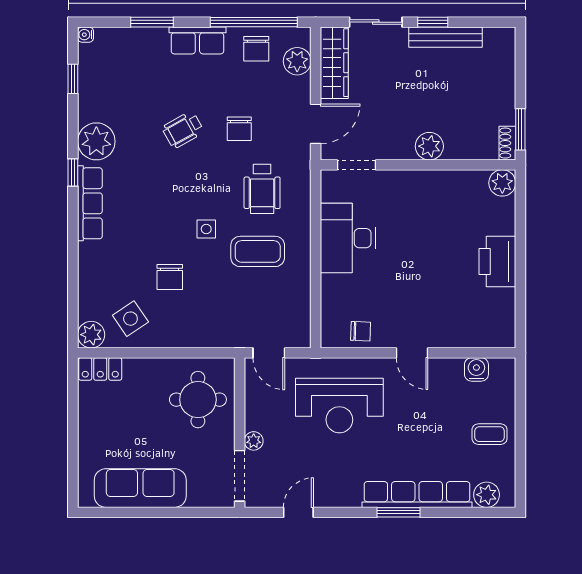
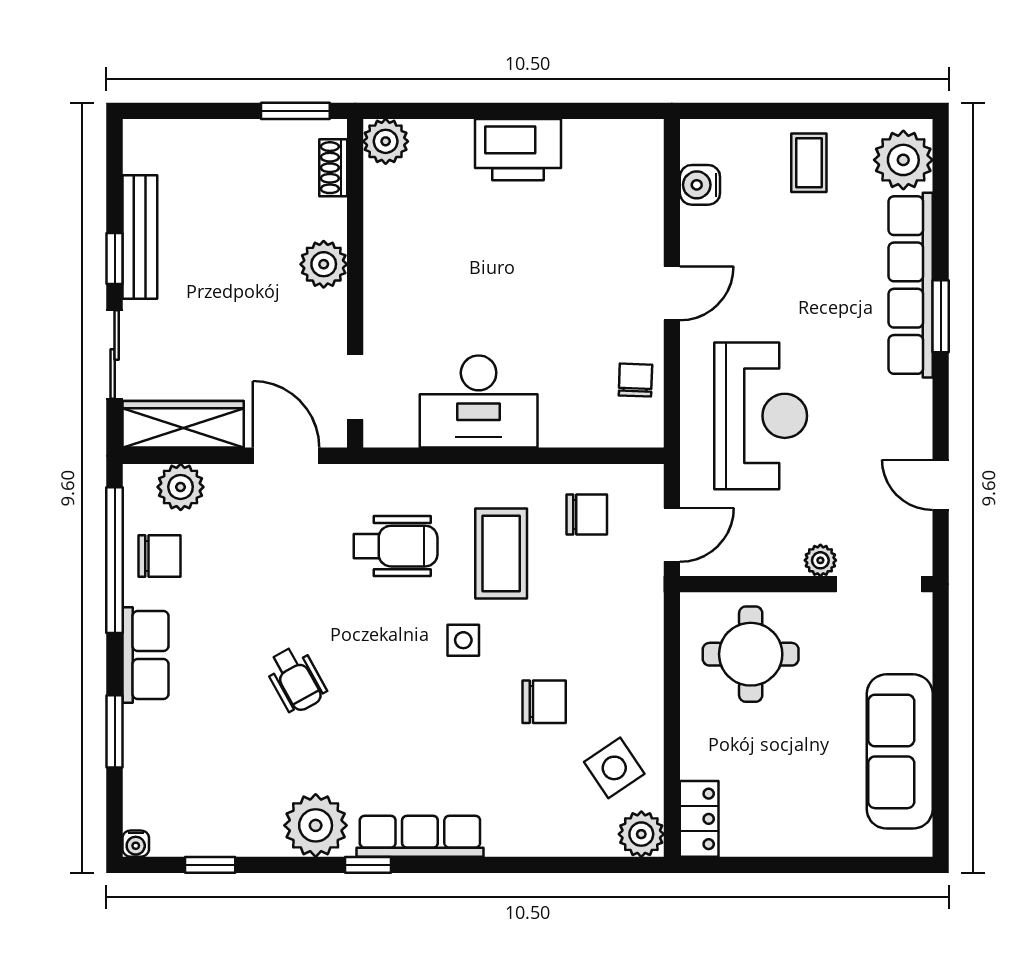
chair: (239, 129) -> (587, 514), moved
shoe rack: (507, 143) -> (333, 168), moved, turned 90
plant: (487, 495) -> (903, 160), width x1.36, depth x1.36

